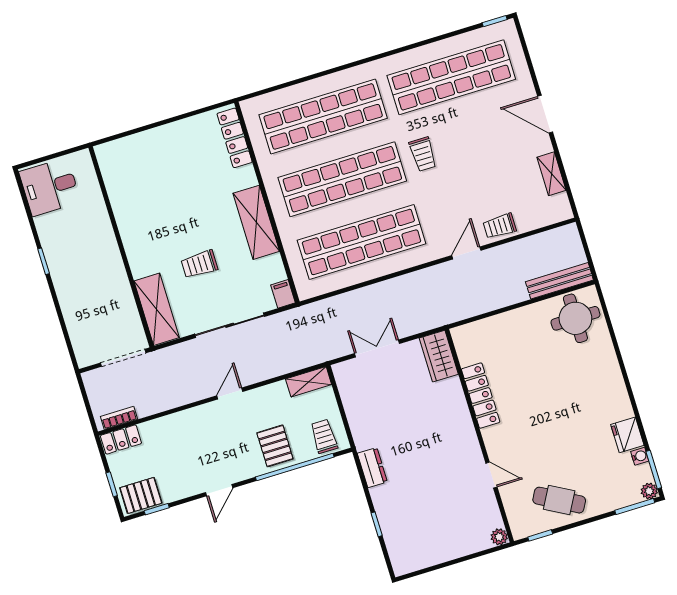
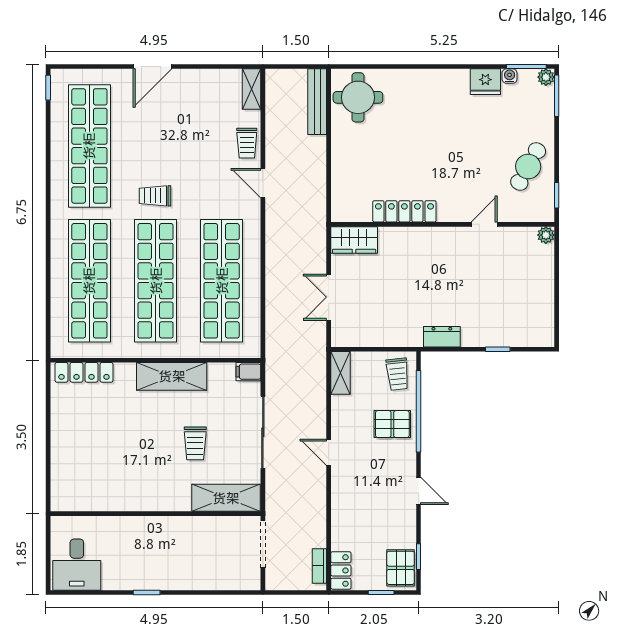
trolley: (423, 154) -> (155, 196), turned 180
shelving: (551, 174) -> (252, 89), moved, turned 90
trolley: (324, 436) -> (398, 374), turned -96

